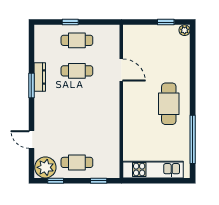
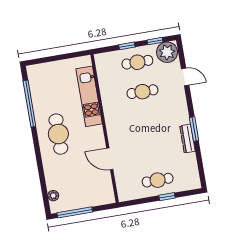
window: (166, 22) -> (75, 212), width x2.17
plant: (185, 30) -> (53, 196), moved
cafe table: (77, 71) -> (142, 92), moved
kitchen unit: (153, 170) -> (89, 96), moved, turned 90
window: (99, 181) -> (127, 46), moved

